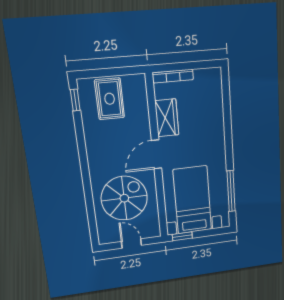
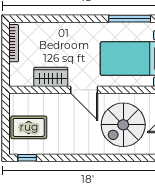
bookcase: (173, 76) -> (14, 43), moved
spiral stairs: (124, 198) -> (123, 125), turned -90

